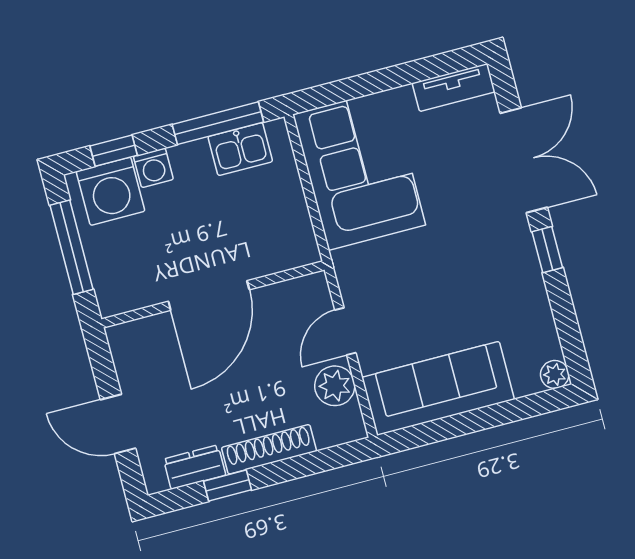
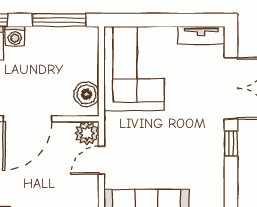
kitchen sink: (240, 149) -> (68, 39), removed
boiler: (294, 231) -> (87, 94), added
plant: (335, 386) -> (87, 133), moved

